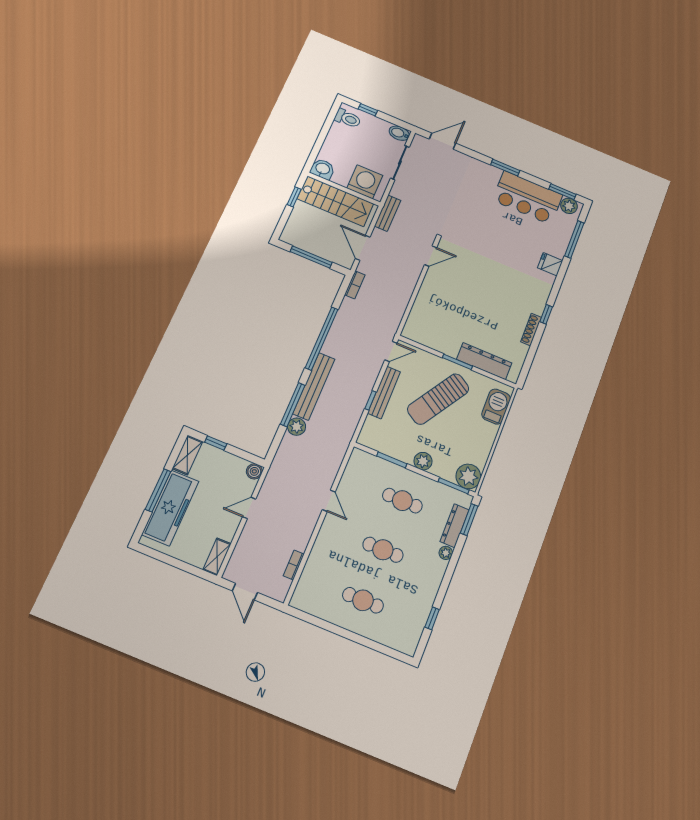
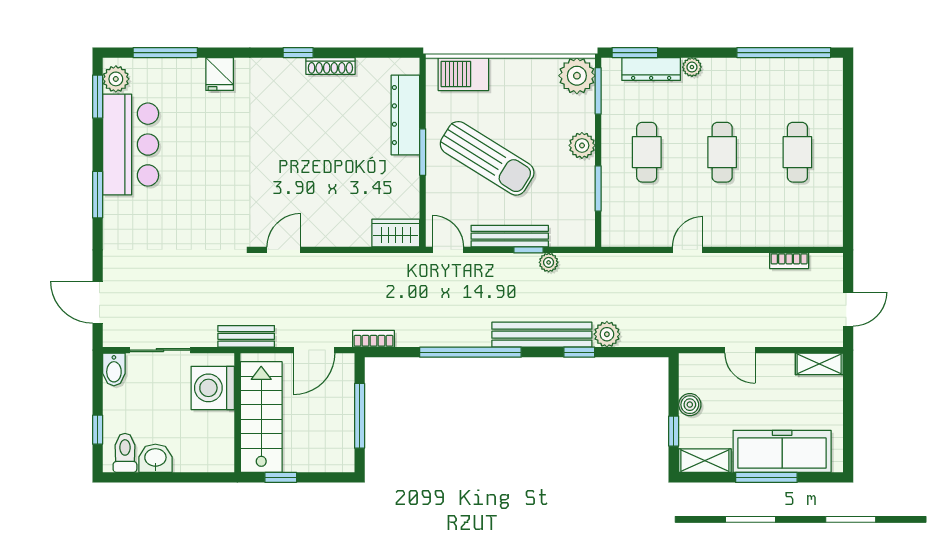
washbasin: (323, 169) -> (155, 458), moved, turned 90
door: (431, 256) -> (284, 250), hinge flipped
wardrobe: (414, 325) -> (396, 233), added
window: (293, 405) -> (579, 352), width x0.46
plant: (358, 409) -> (549, 262), added
boiler: (254, 471) -> (690, 405), moved
window: (432, 618) -> (784, 53), width x3.17

